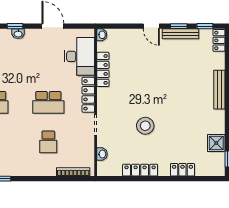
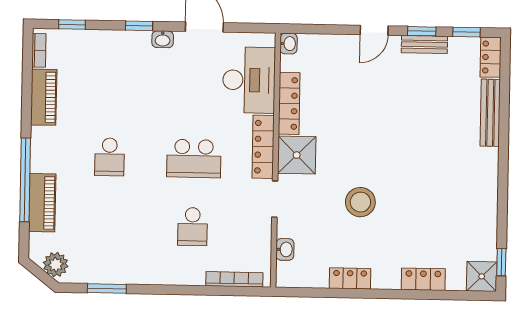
door: (151, 26) -> (374, 30), hinge flipped
washbasin: (18, 34) -> (163, 39), moved
bench: (181, 34) -> (424, 44), width x0.73
bench: (219, 90) -> (490, 113), moved
shower: (108, 99) -> (297, 155), added
shower: (216, 143) -> (482, 276), moved
locker: (140, 170) -> (350, 278), width x0.66

